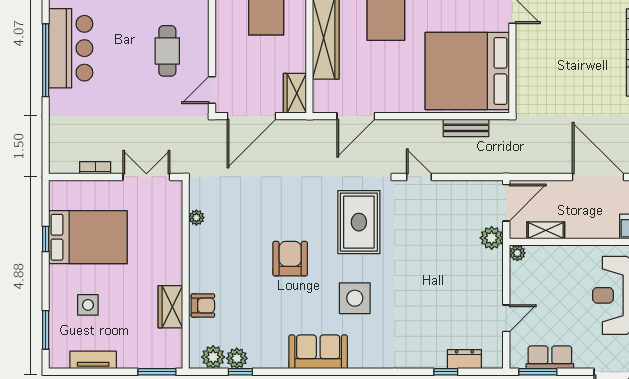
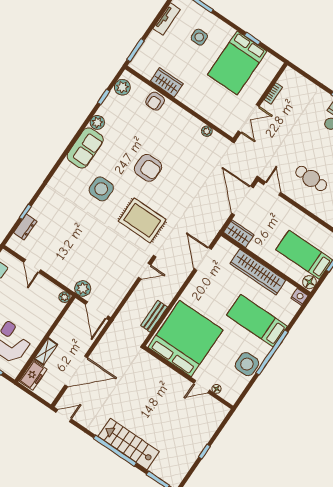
shelving: (546, 230) -> (46, 352), moved
plant: (237, 358) -> (97, 122), moved

